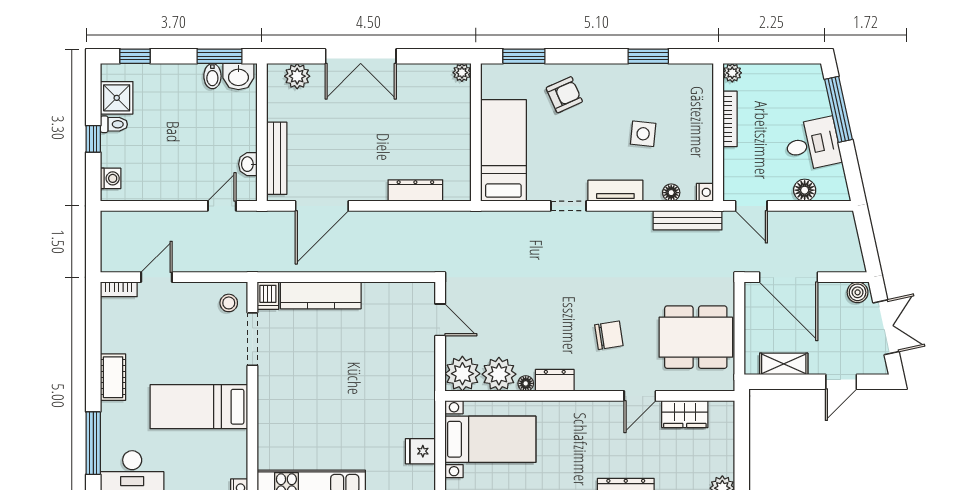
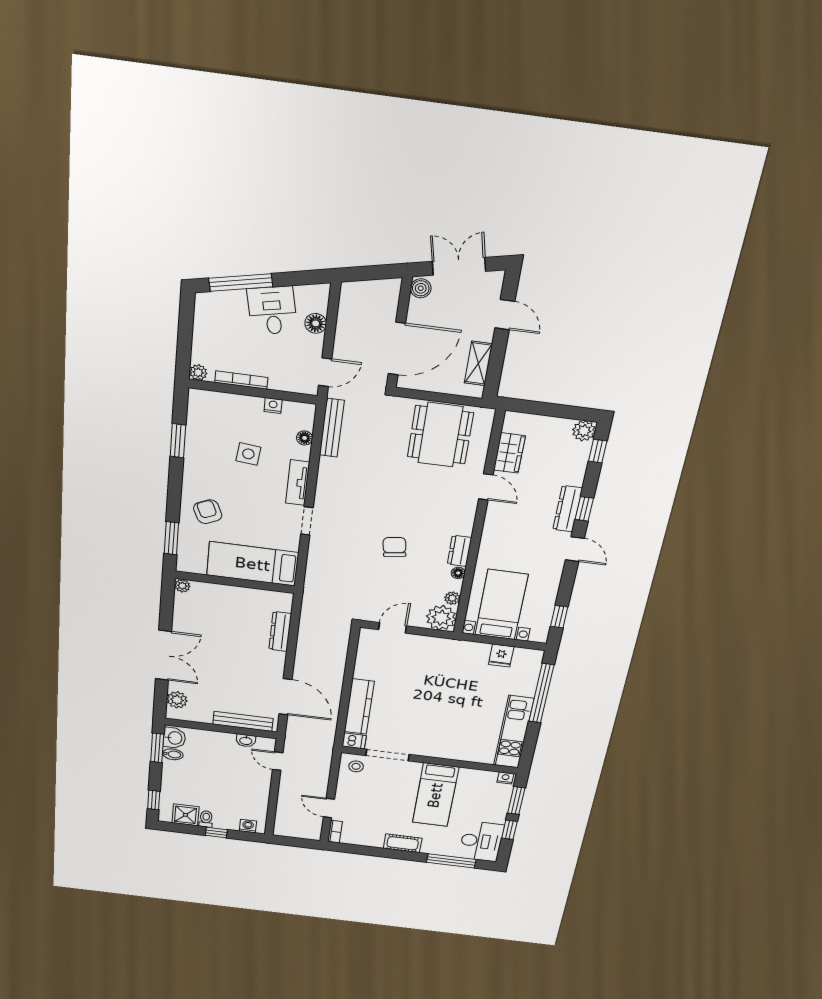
nightstand: (705, 192) -> (273, 406), moved
chair: (609, 335) -> (394, 547), moved
plant: (499, 374) -> (452, 598), width x0.53, depth x0.53

